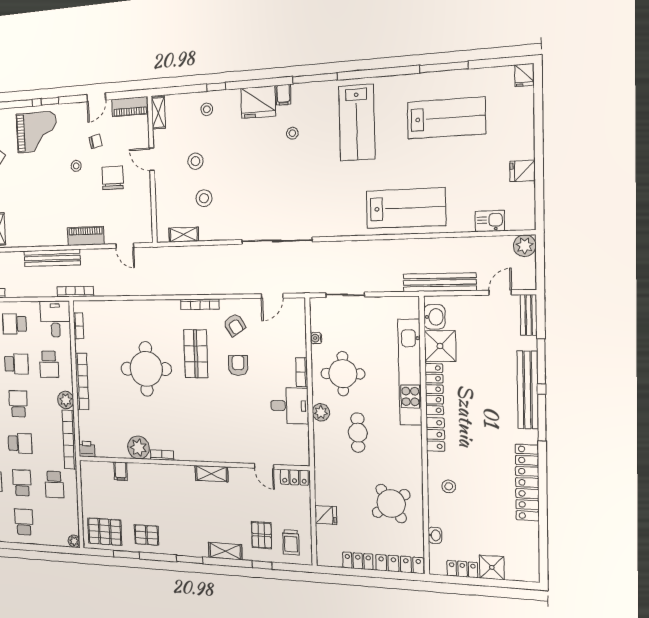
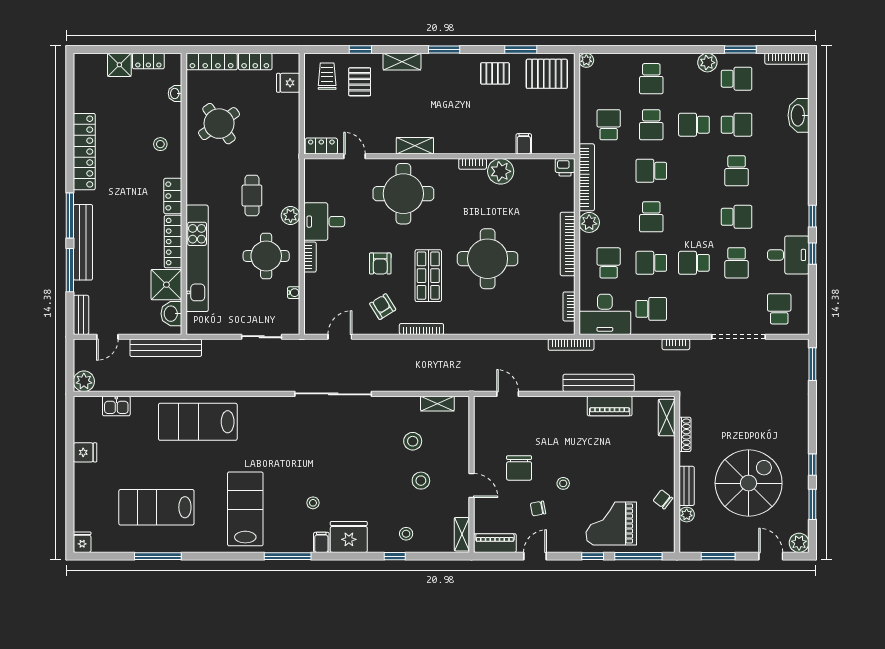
piano: (86, 236) -> (610, 406), moved
desk: (55, 319) -> (605, 314), width x1.37
round table: (220, 430) -> (403, 194), added
fridge: (326, 515) -> (288, 83), moved

